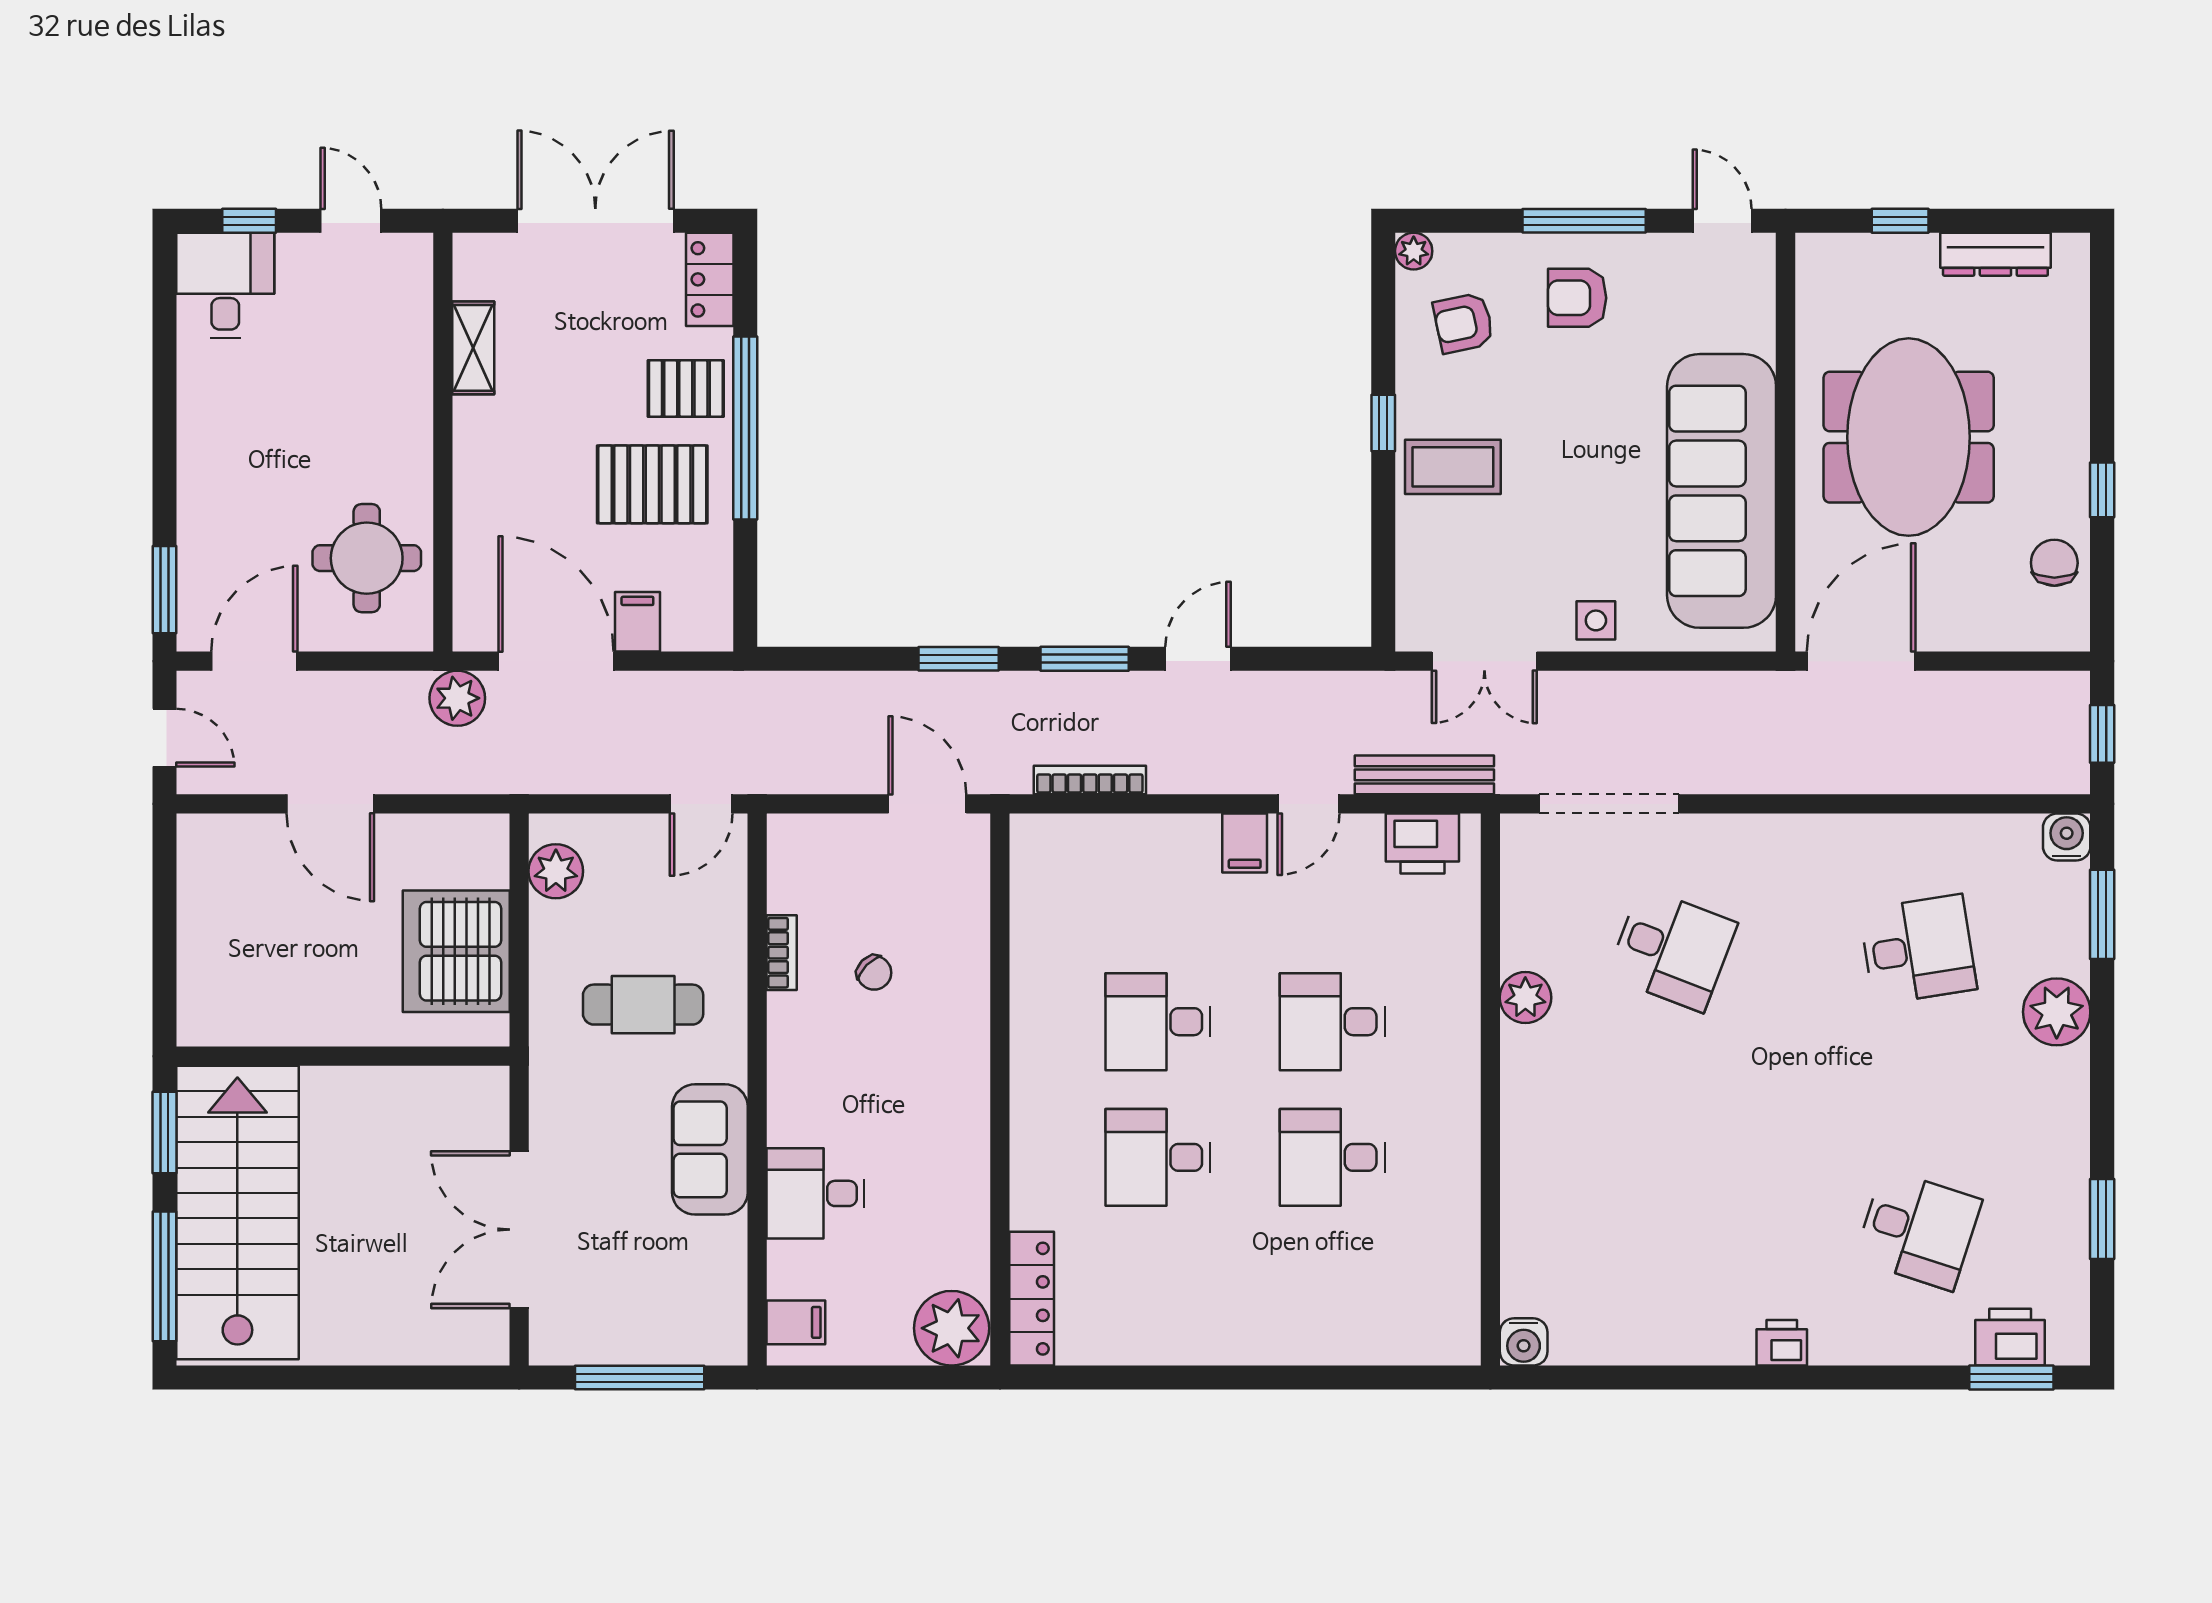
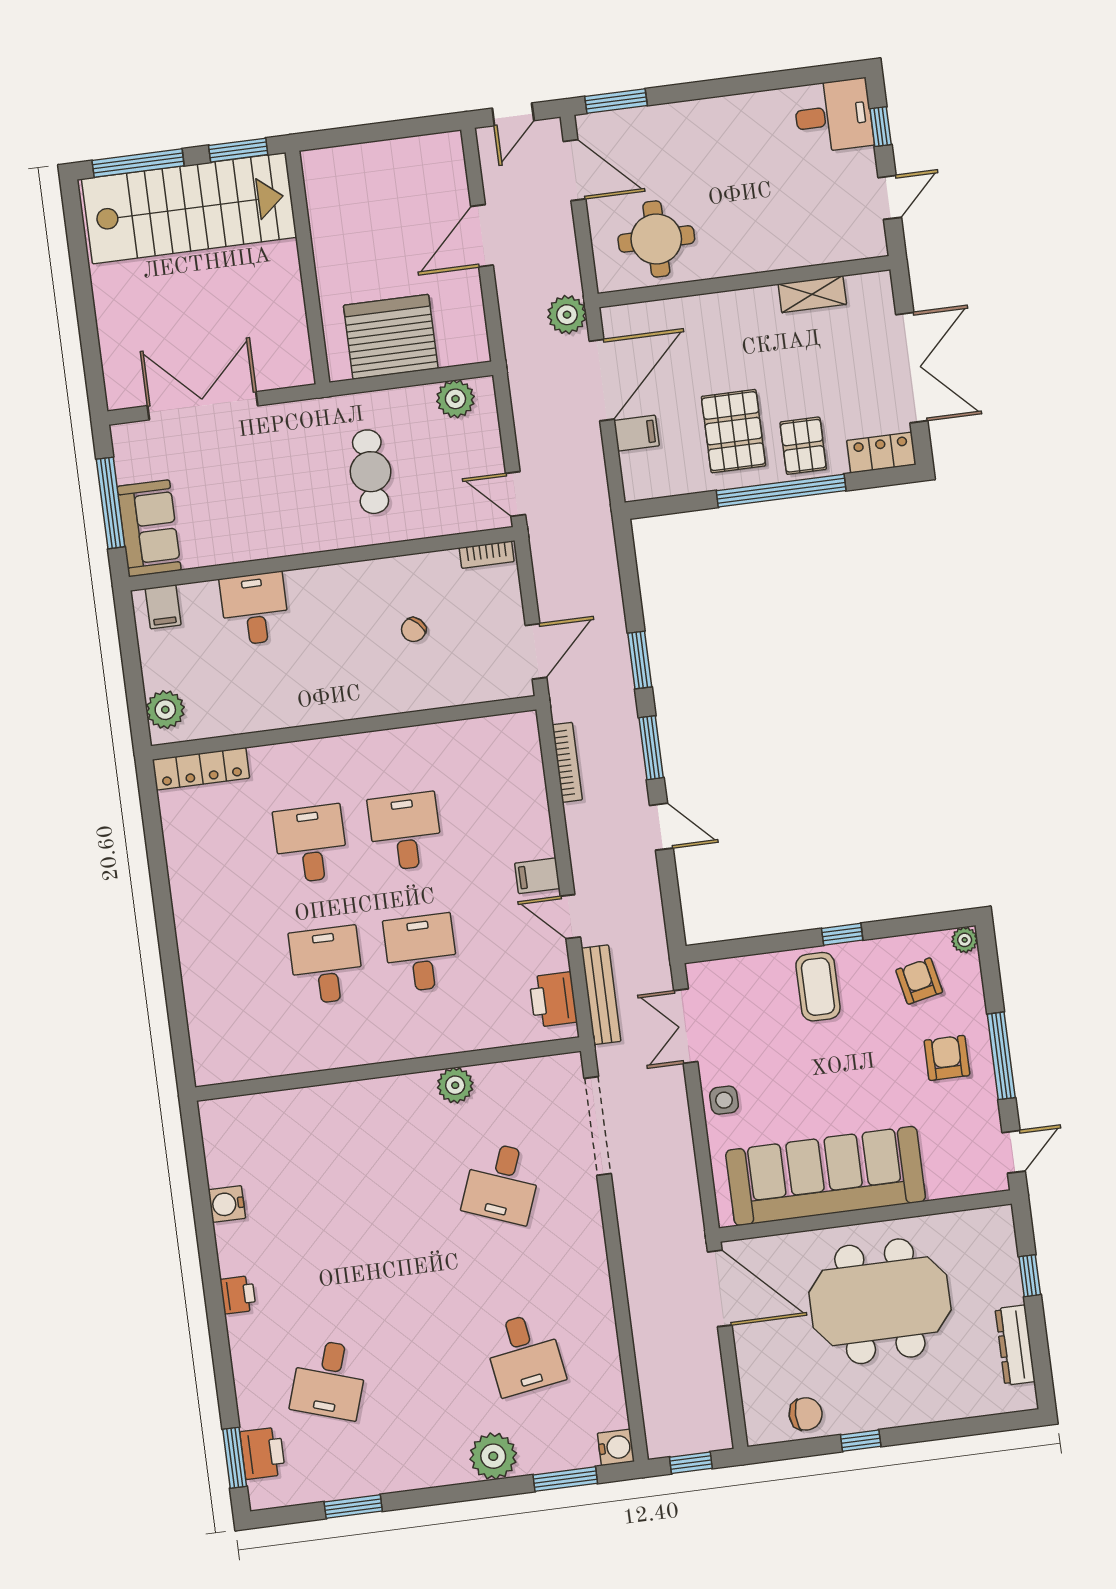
bookcase: (782, 953) -> (487, 555), moved
sofa: (710, 1149) -> (149, 528), moved, turned 90
plant: (952, 1328) -> (165, 710), width x0.73, depth x0.73
water cooler: (1524, 1342) -> (227, 1204), moved

